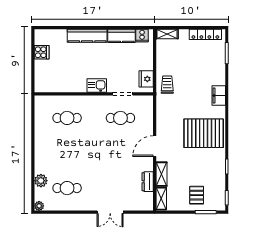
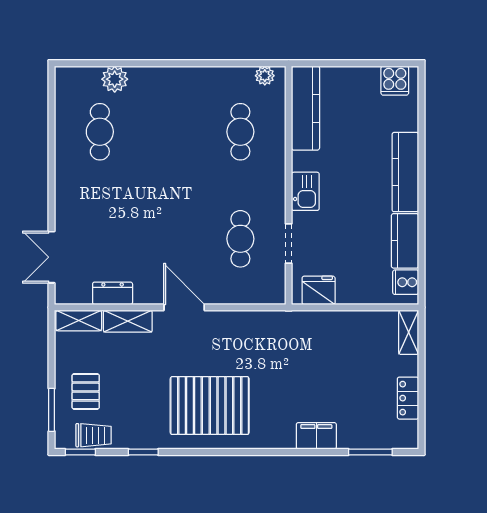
locker: (205, 34) -> (408, 398), width x0.66
cooker: (42, 52) -> (395, 81), moved
kitchen counter: (55, 85) -> (306, 108), added
trolley: (167, 85) -> (93, 435), moved
filing cabinet: (219, 95) -> (316, 436), moved
pallet: (204, 133) -> (210, 406), turned 90
pallet: (197, 195) -> (86, 391), turned 90
plant: (39, 206) -> (265, 76), moved
double door: (110, 212) -> (52, 257), moved

